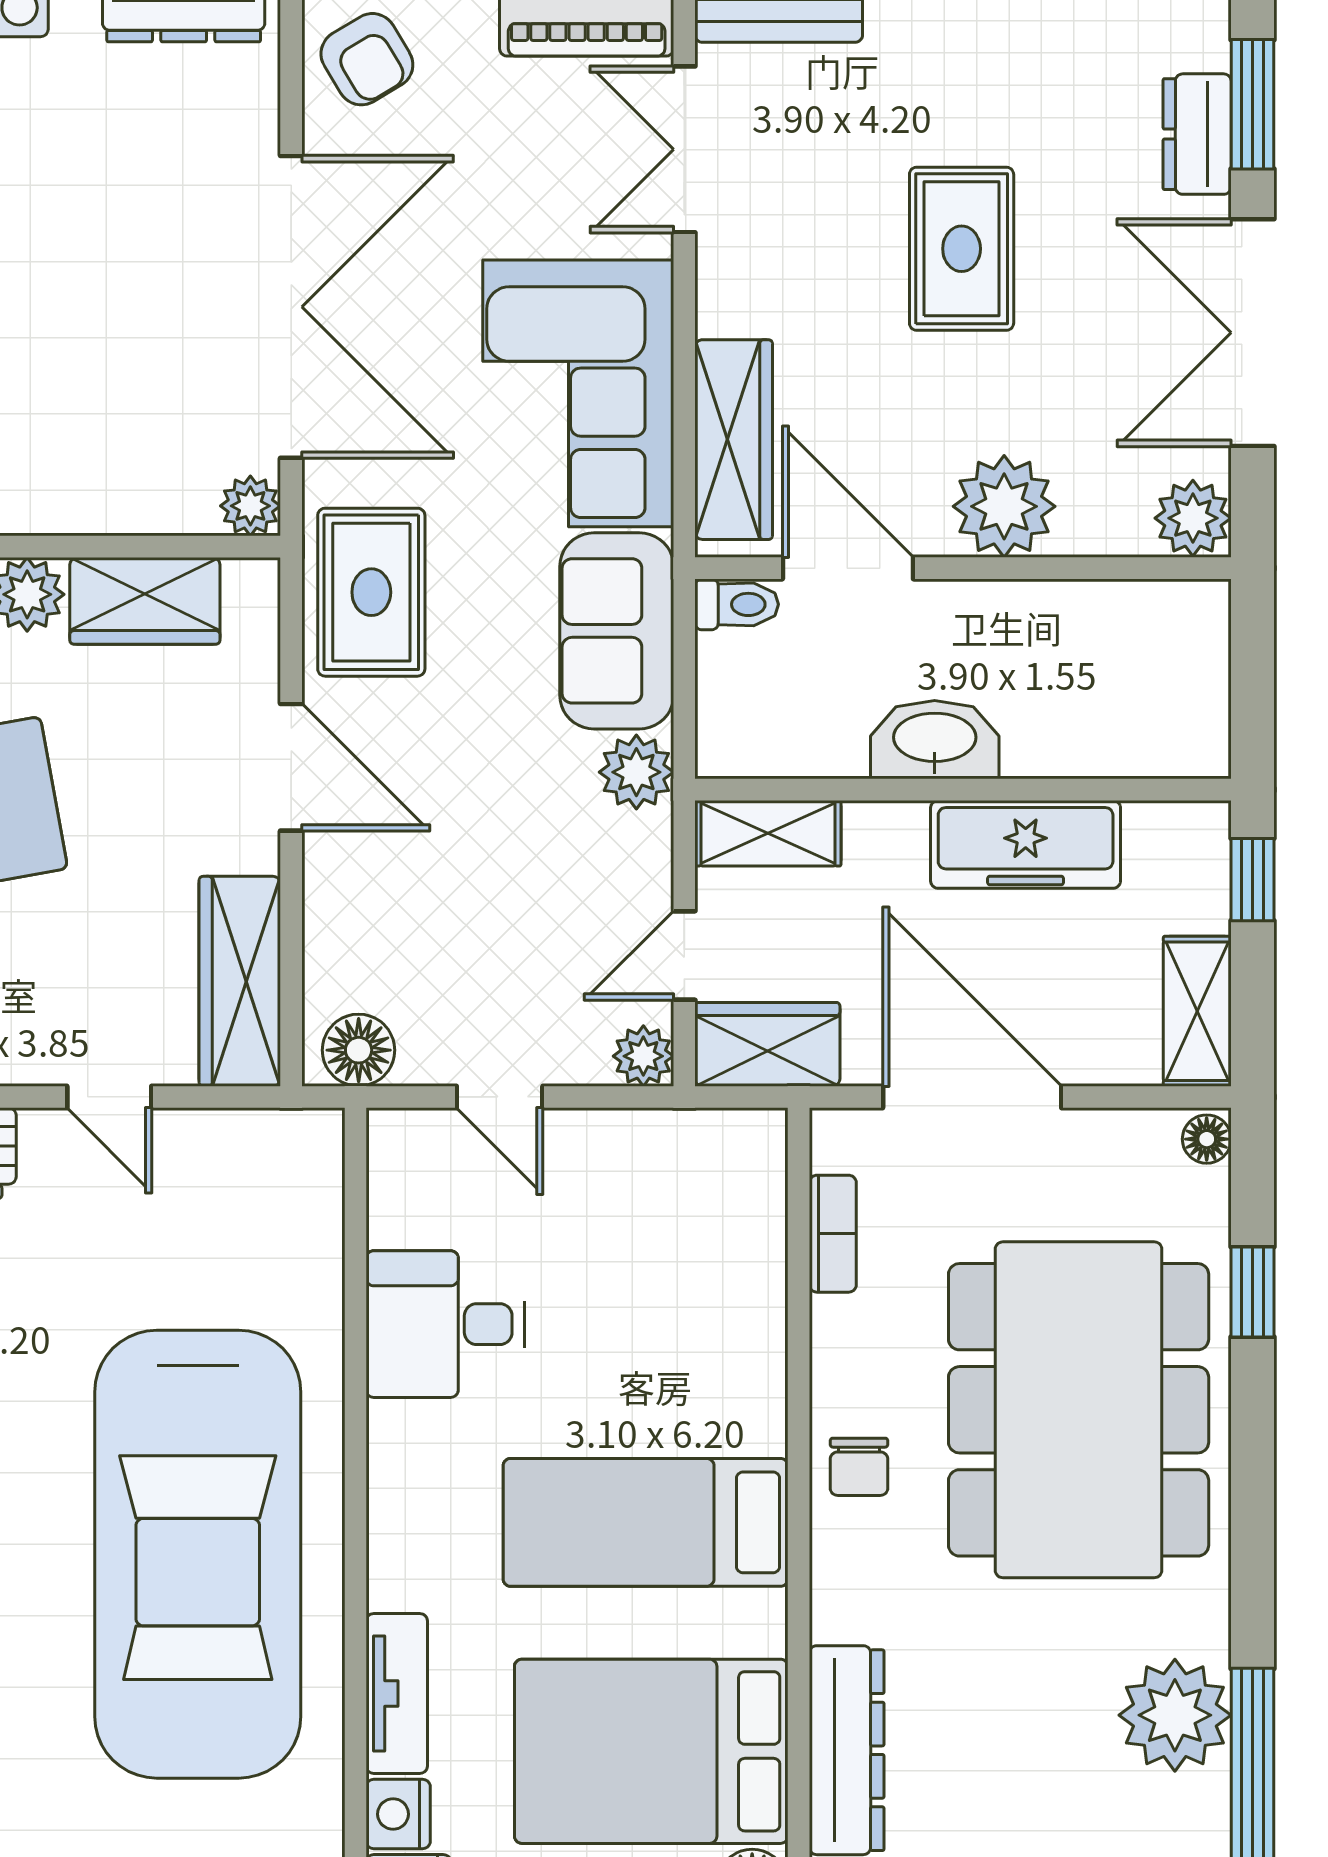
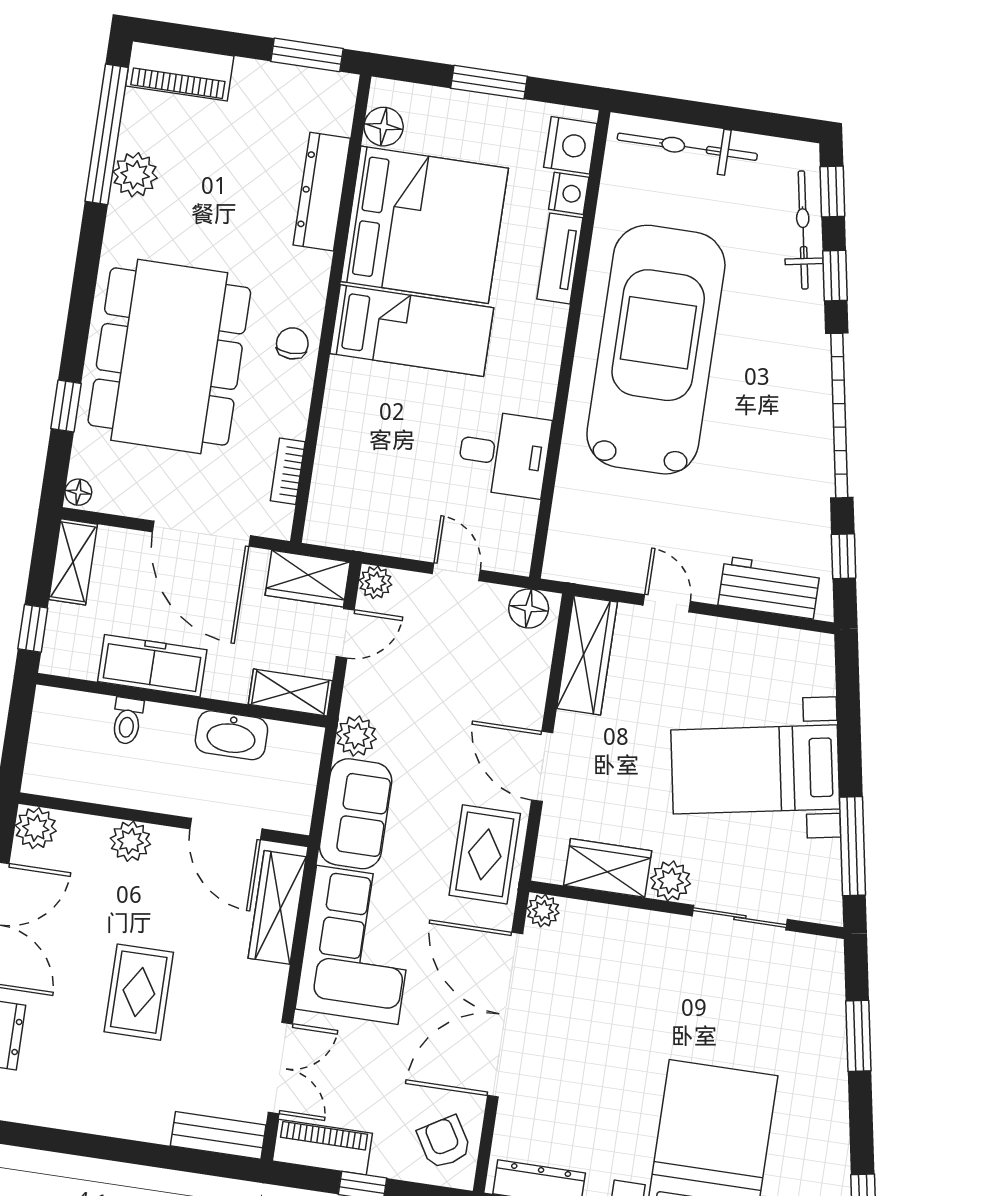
plant: (1004, 506) -> (130, 841), width x0.73, depth x0.73
toilet: (737, 604) -> (127, 721), moved, turned -90
washbasin: (935, 740) -> (231, 735), moved
plant: (1175, 1715) -> (135, 175), width x0.73, depth x0.73
bed: (651, 1751) -> (425, 225), width x1.36

